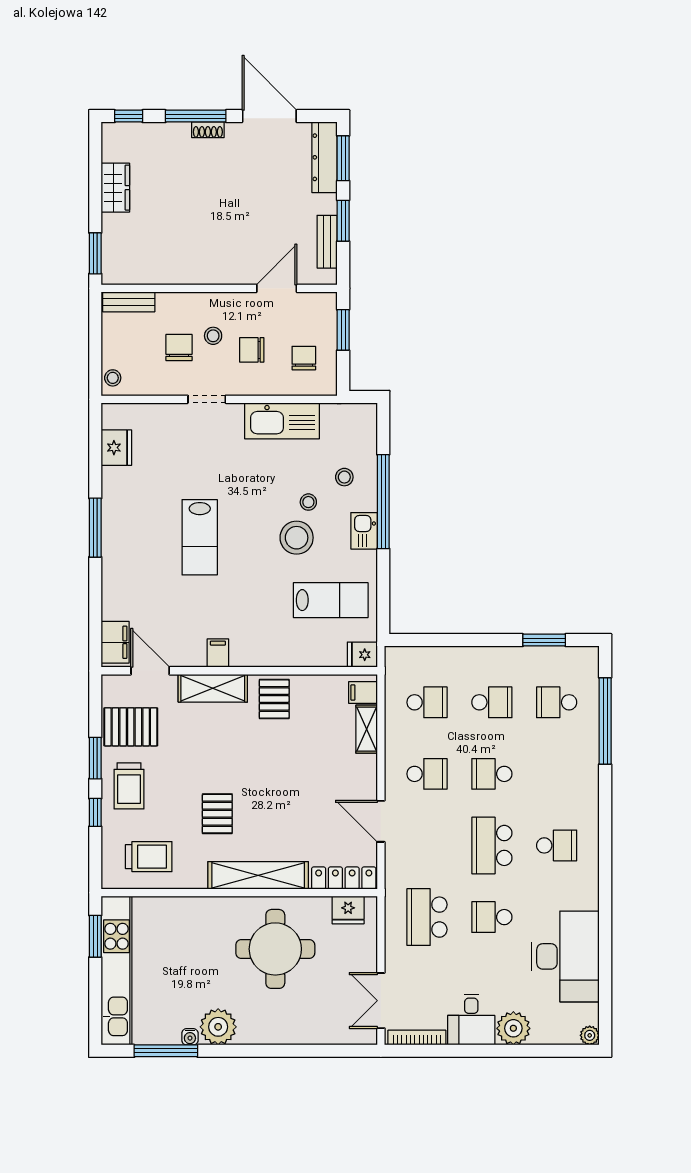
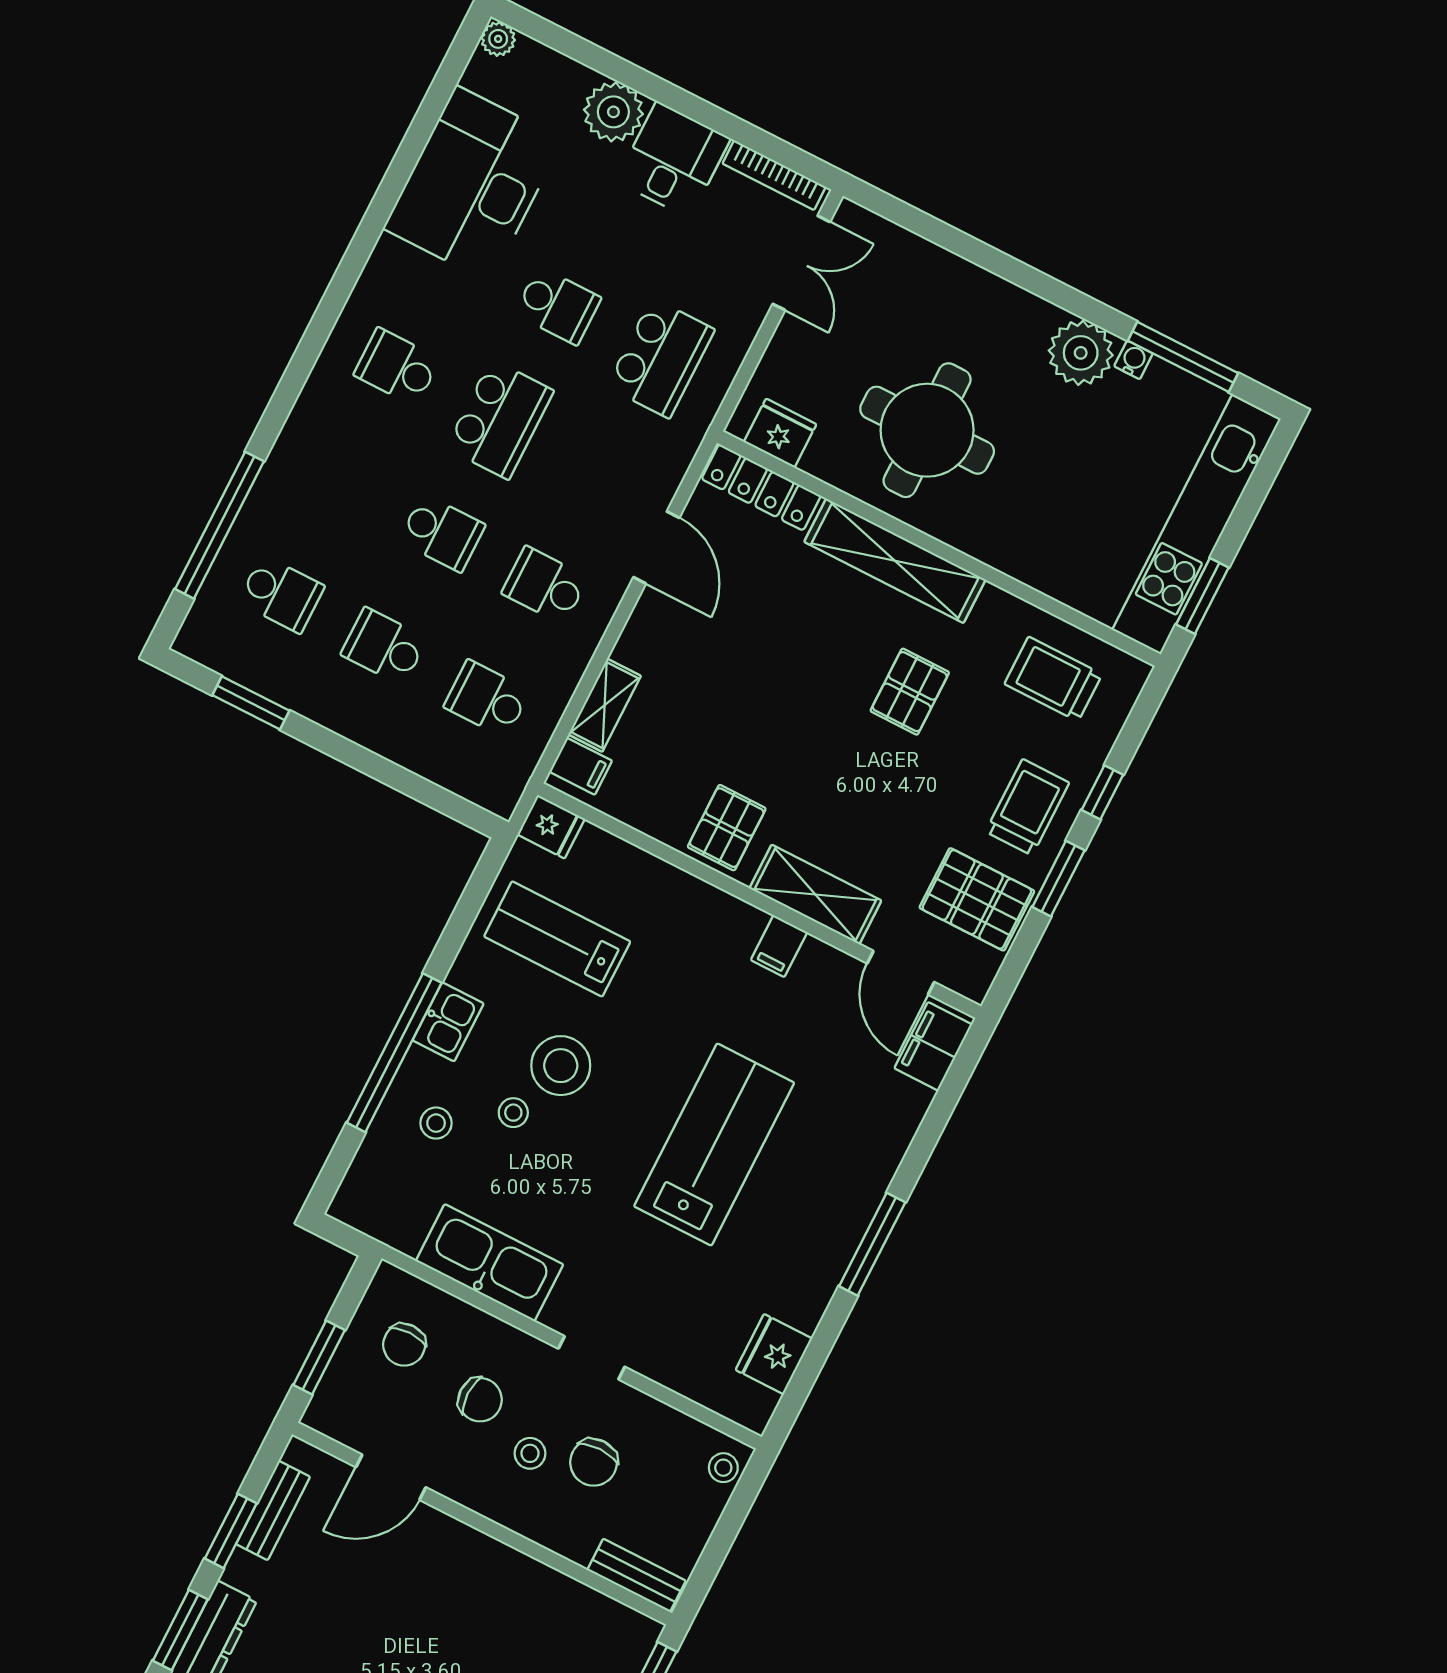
lab bench: (200, 537) -> (714, 1144), width x1.36, depth x1.39

